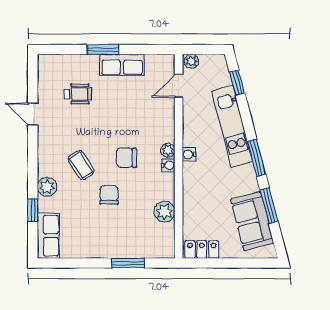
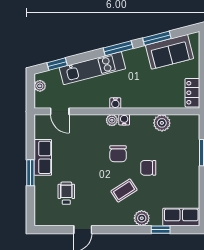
plant: (191, 61) -> (40, 86), moved

